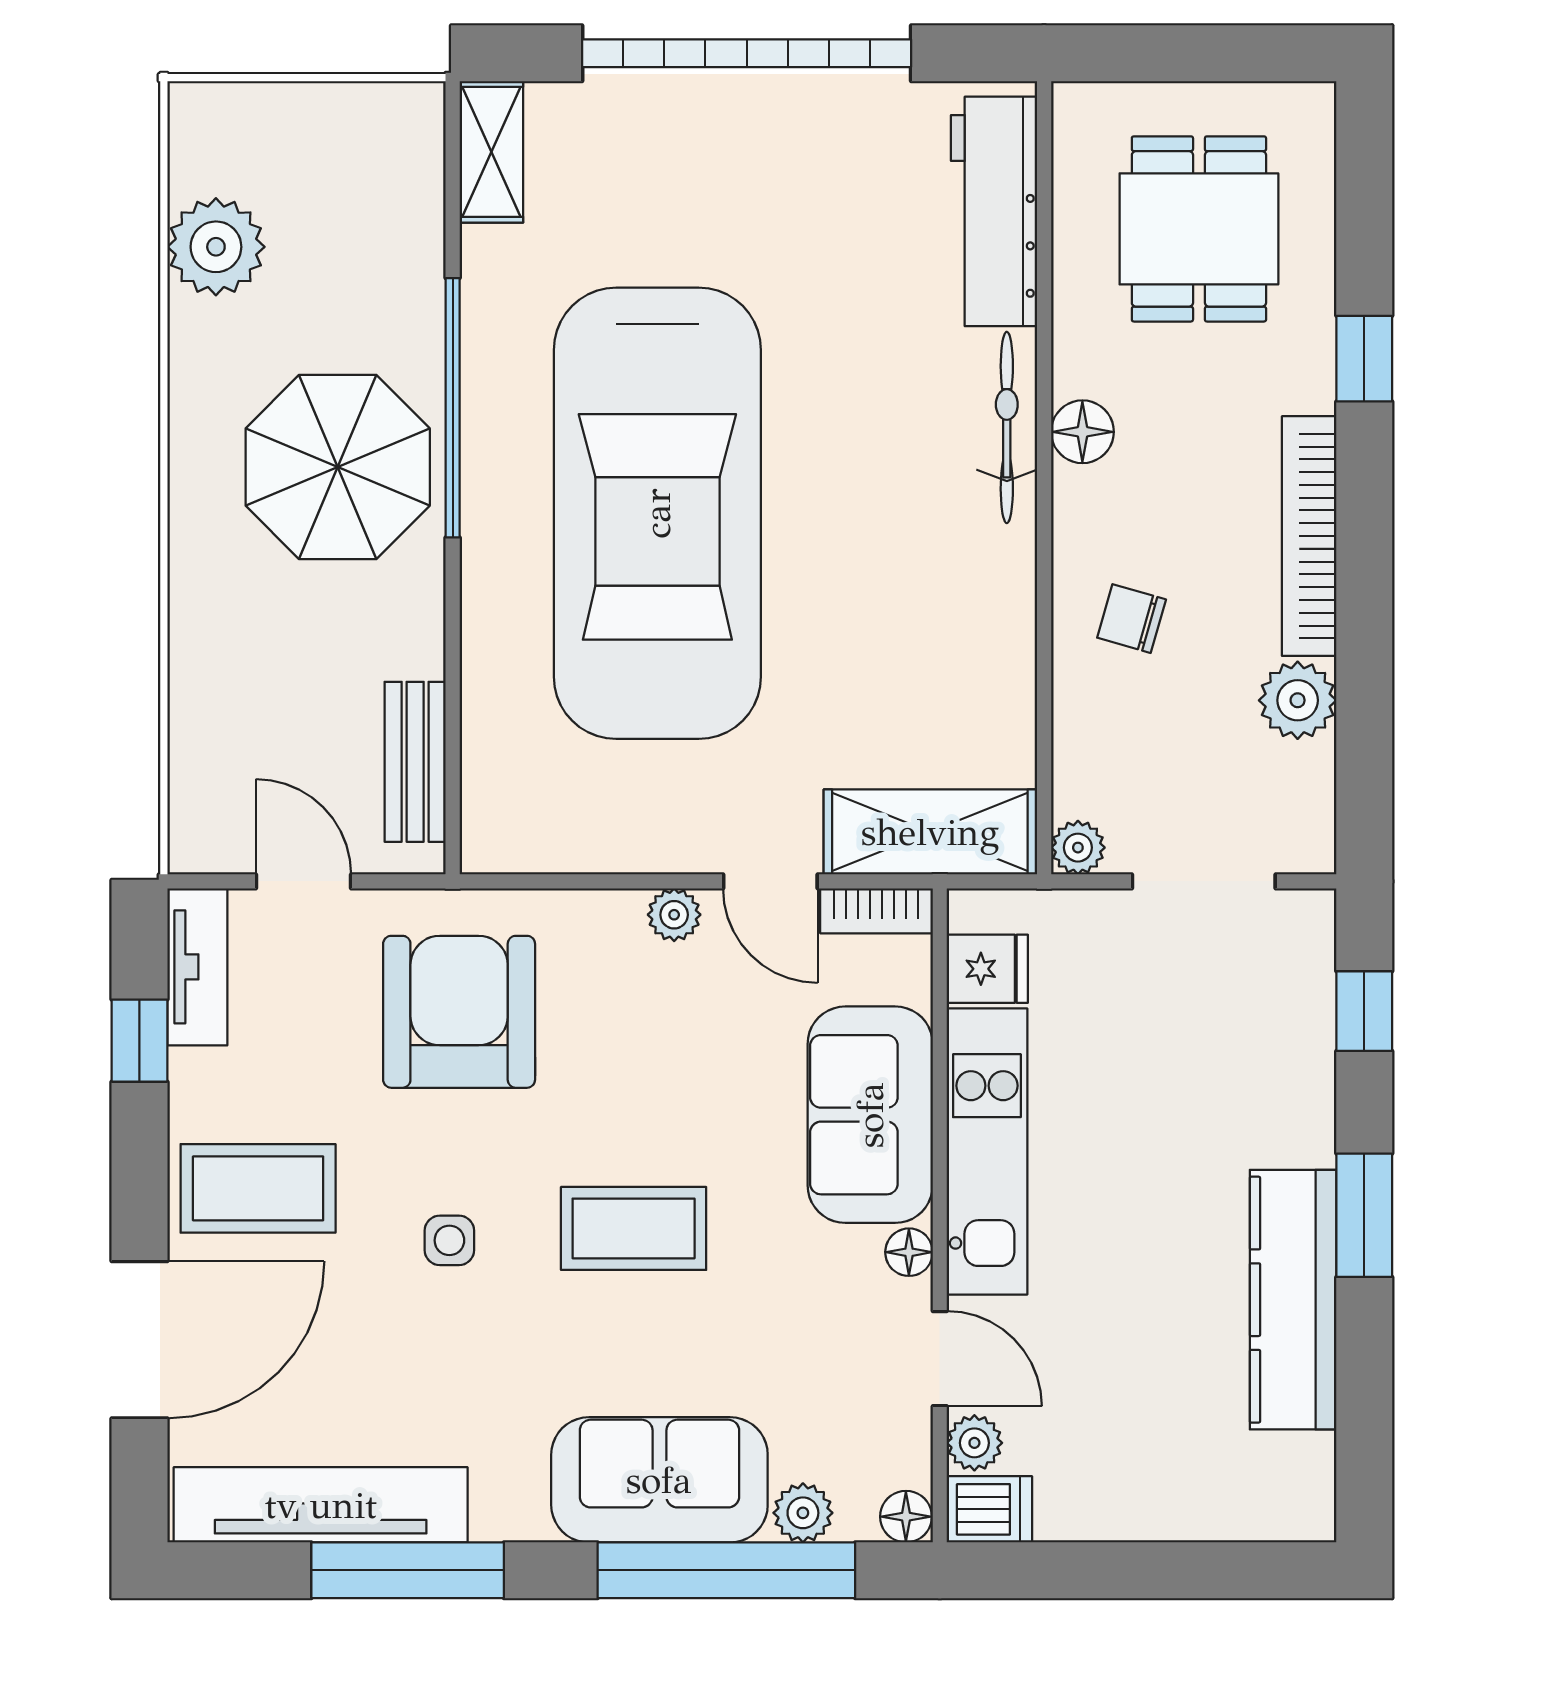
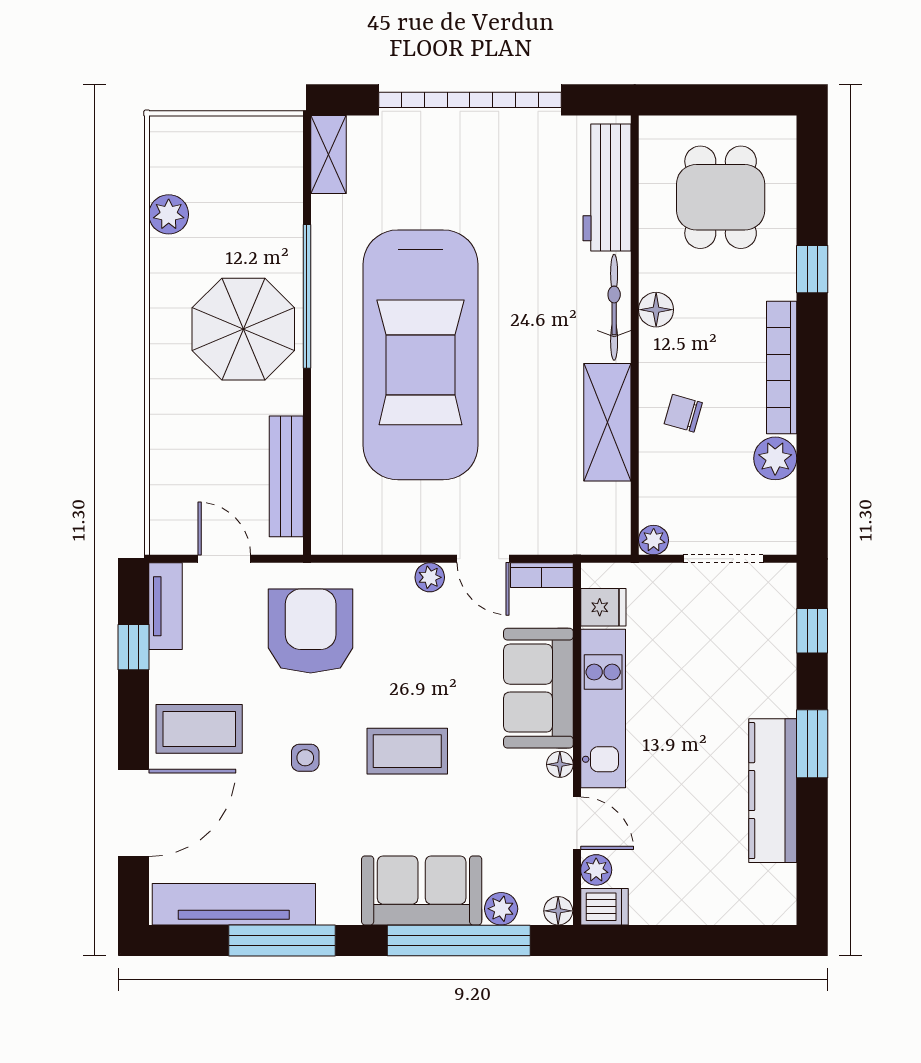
plant: (216, 247) -> (169, 214), width x0.73, depth x0.73
bench: (415, 762) -> (286, 476), width x1.36
shelving: (930, 832) -> (607, 422), moved, turned 90

